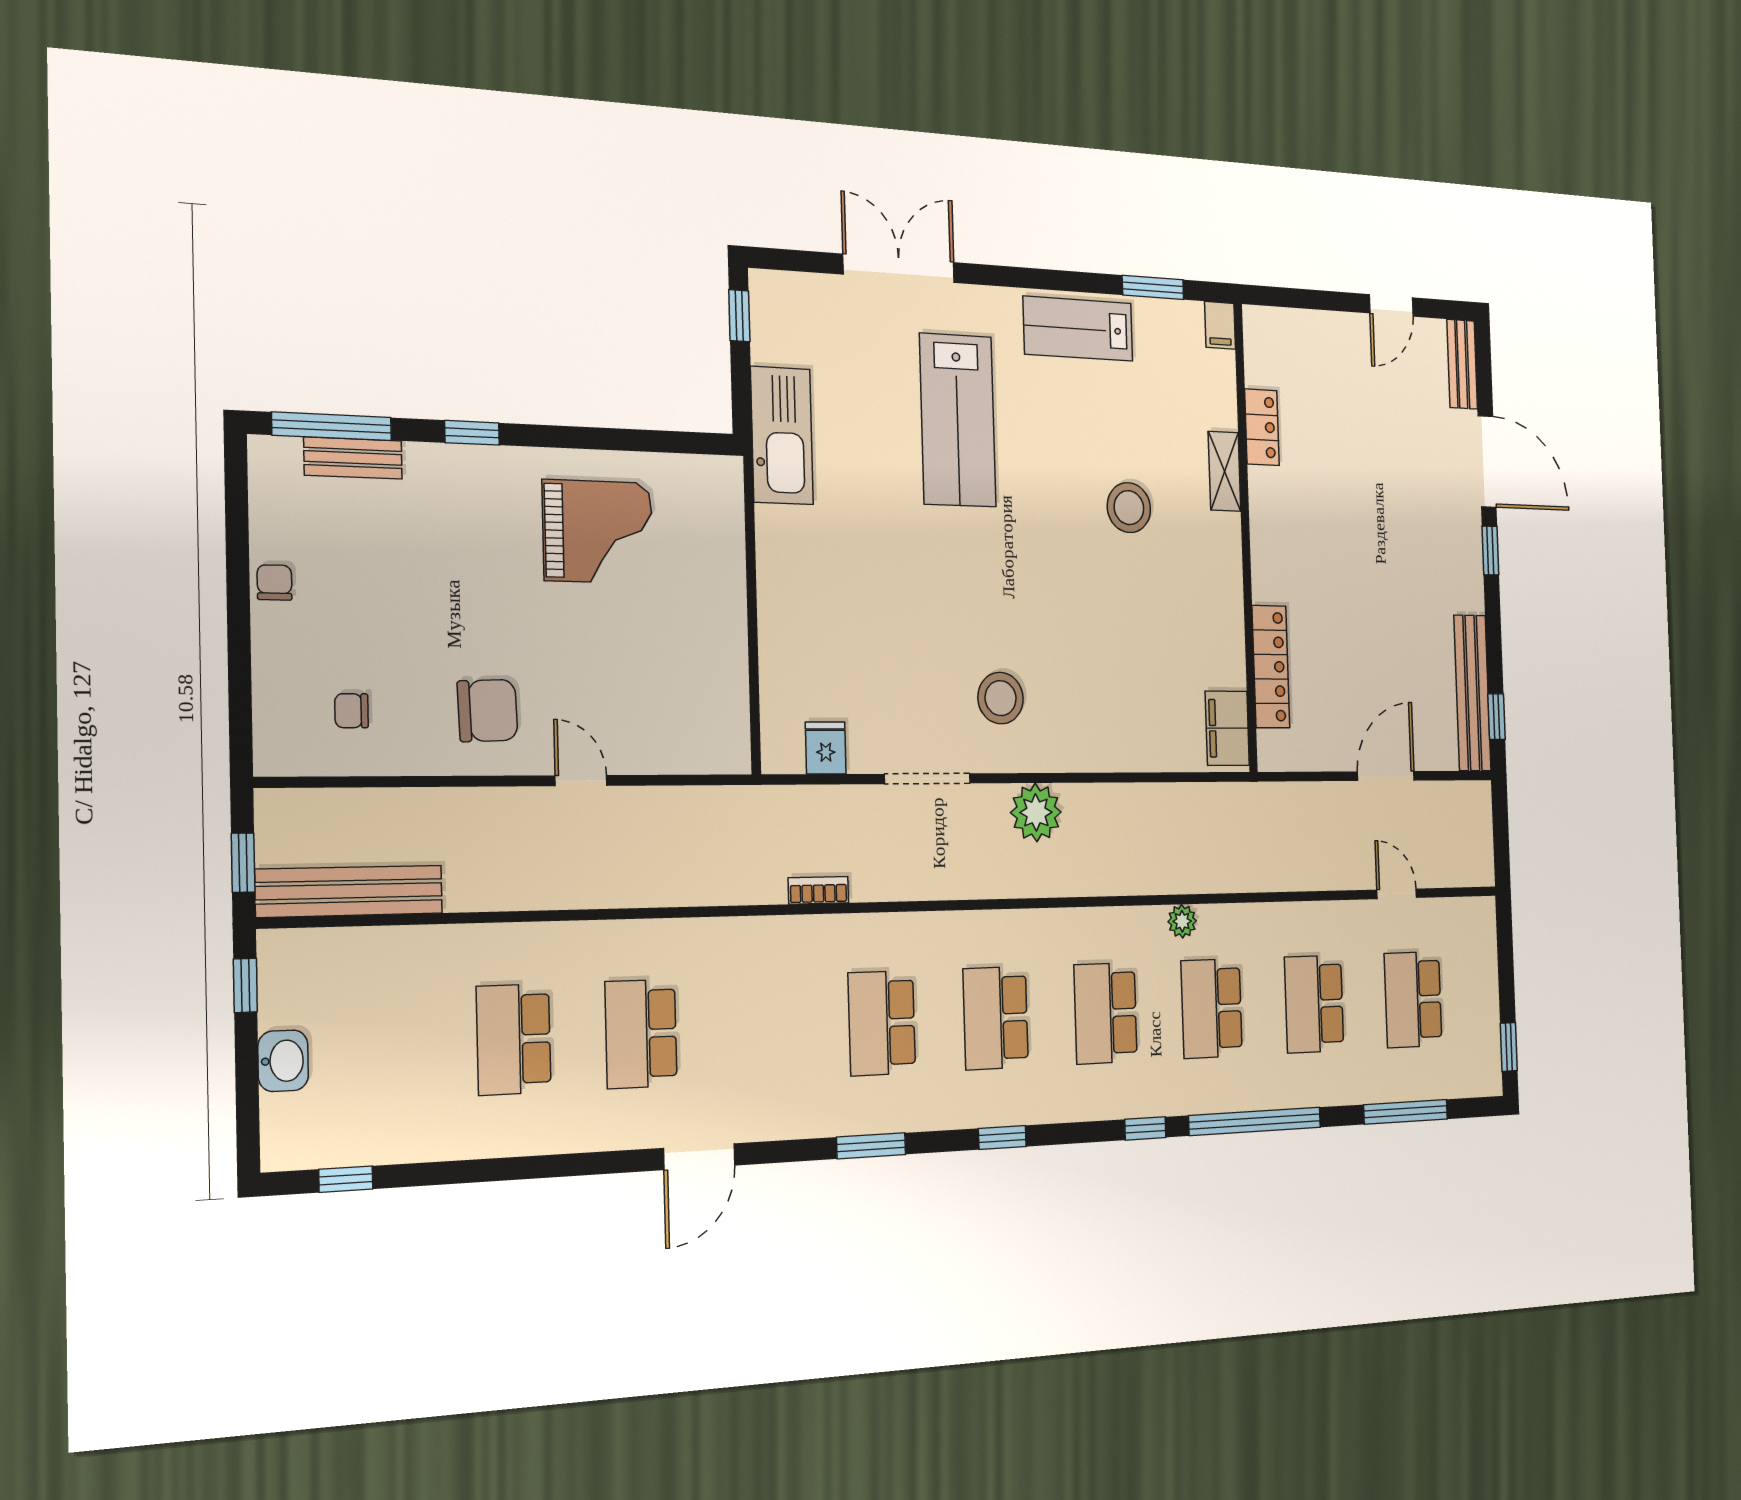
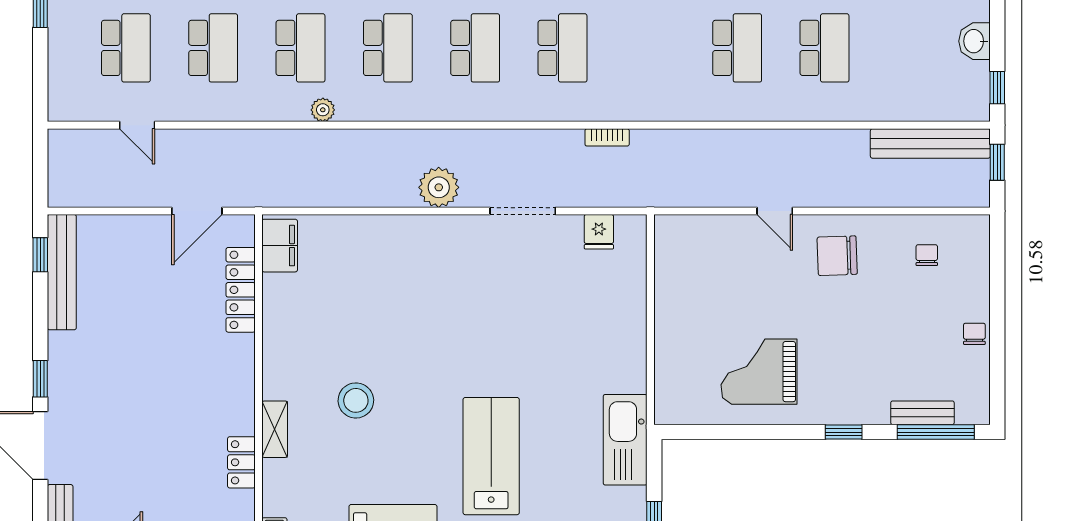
chair: (274, 582) -> (974, 334), turned 180
stool: (1001, 698) -> (464, 266), removed
chair: (351, 711) -> (927, 255), turned -90
door: (1386, 776) -> (197, 211), moved

